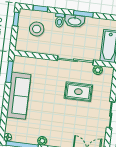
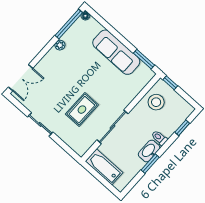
window: (16, 19) -> (170, 83), moved
stool: (37, 29) -> (156, 102), moved
plant: (98, 70) -> (89, 141), removed

